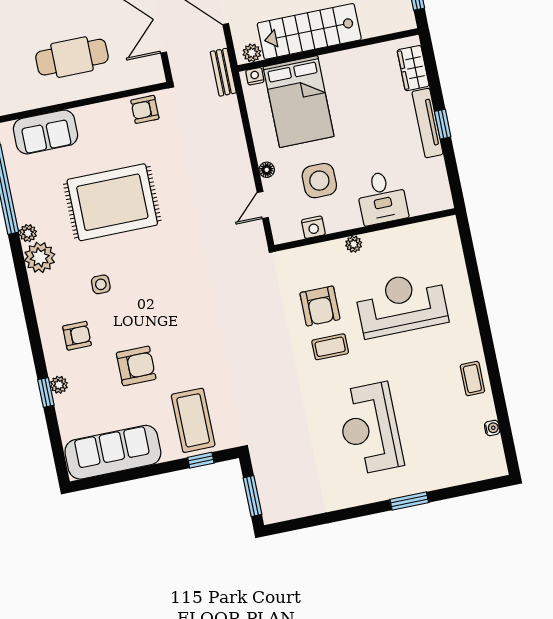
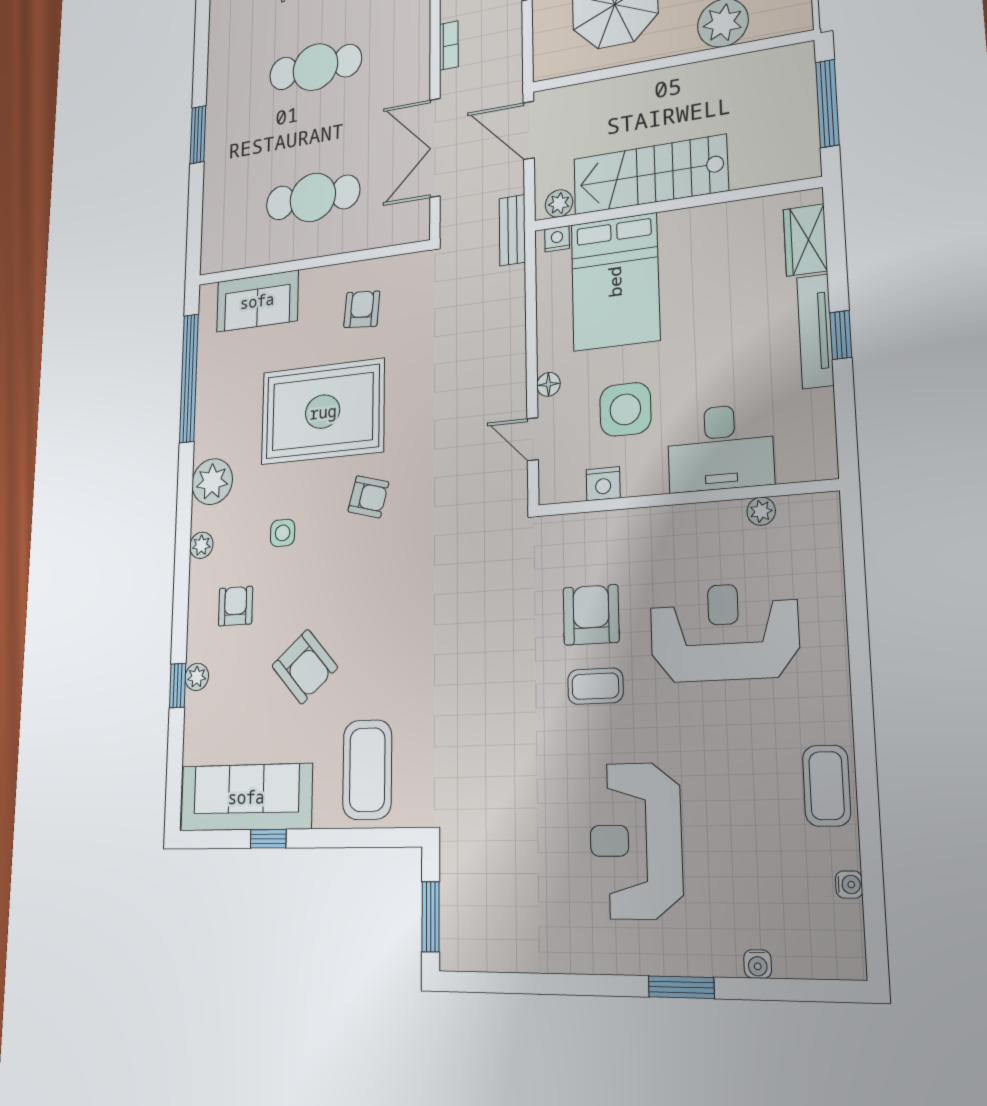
armchair: (145, 109) -> (362, 309), moved, turned 95
desk: (382, 198) -> (720, 448), width x1.37
door: (263, 205) -> (533, 439), hinge flipped
plant: (28, 233) -> (201, 545), moved
plant: (354, 244) -> (761, 511), moved
armchair: (158, 254) -> (368, 497), added
armchair: (320, 306) -> (591, 615), turned 180
armchair: (77, 336) -> (236, 606), turned -90
armchair: (136, 366) -> (305, 667), turned 49
coffee table: (472, 379) -> (827, 786), width x1.36, depth x1.30
window: (201, 460) -> (268, 839), moved
water cooler: (449, 480) -> (758, 964), added

